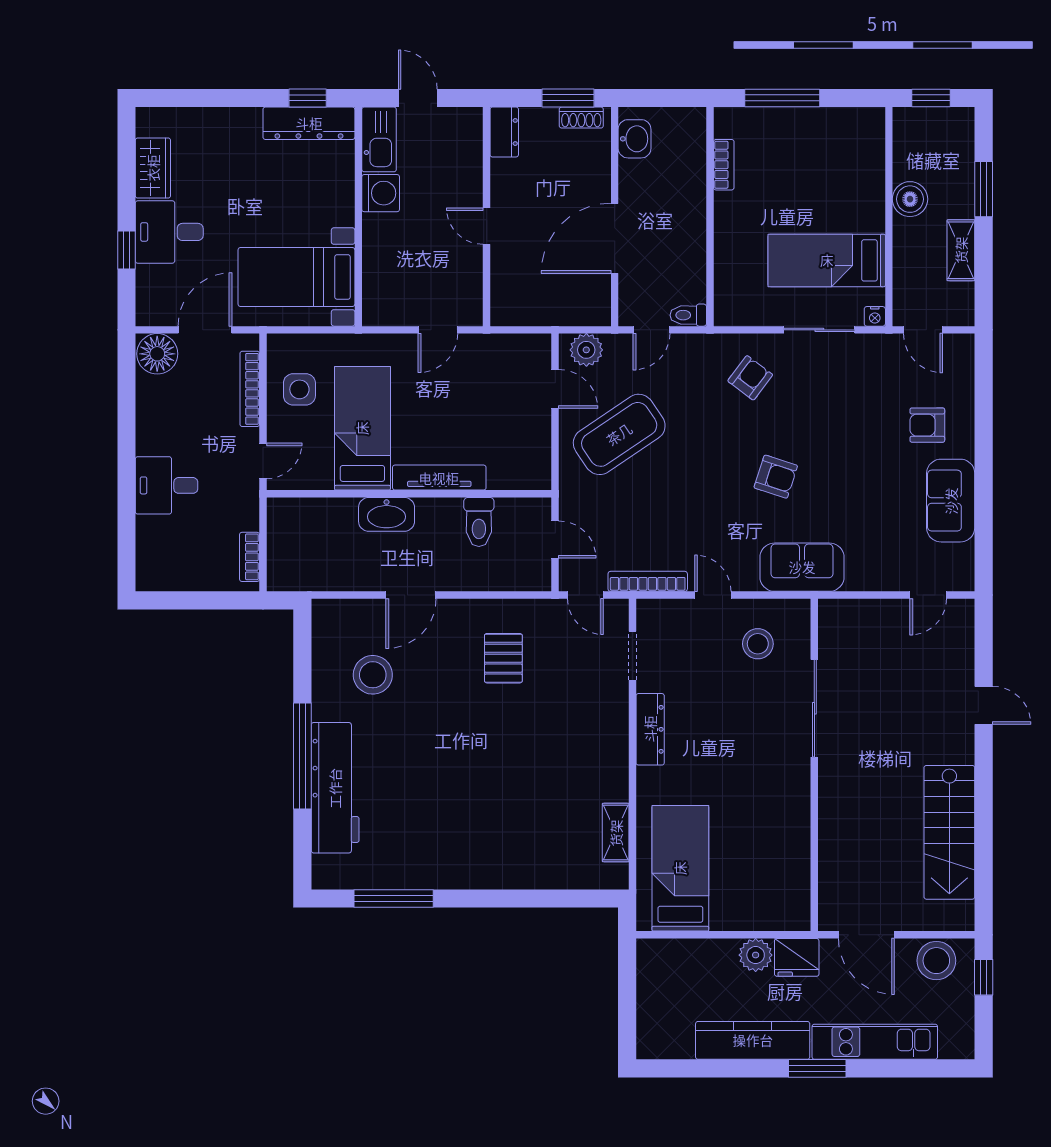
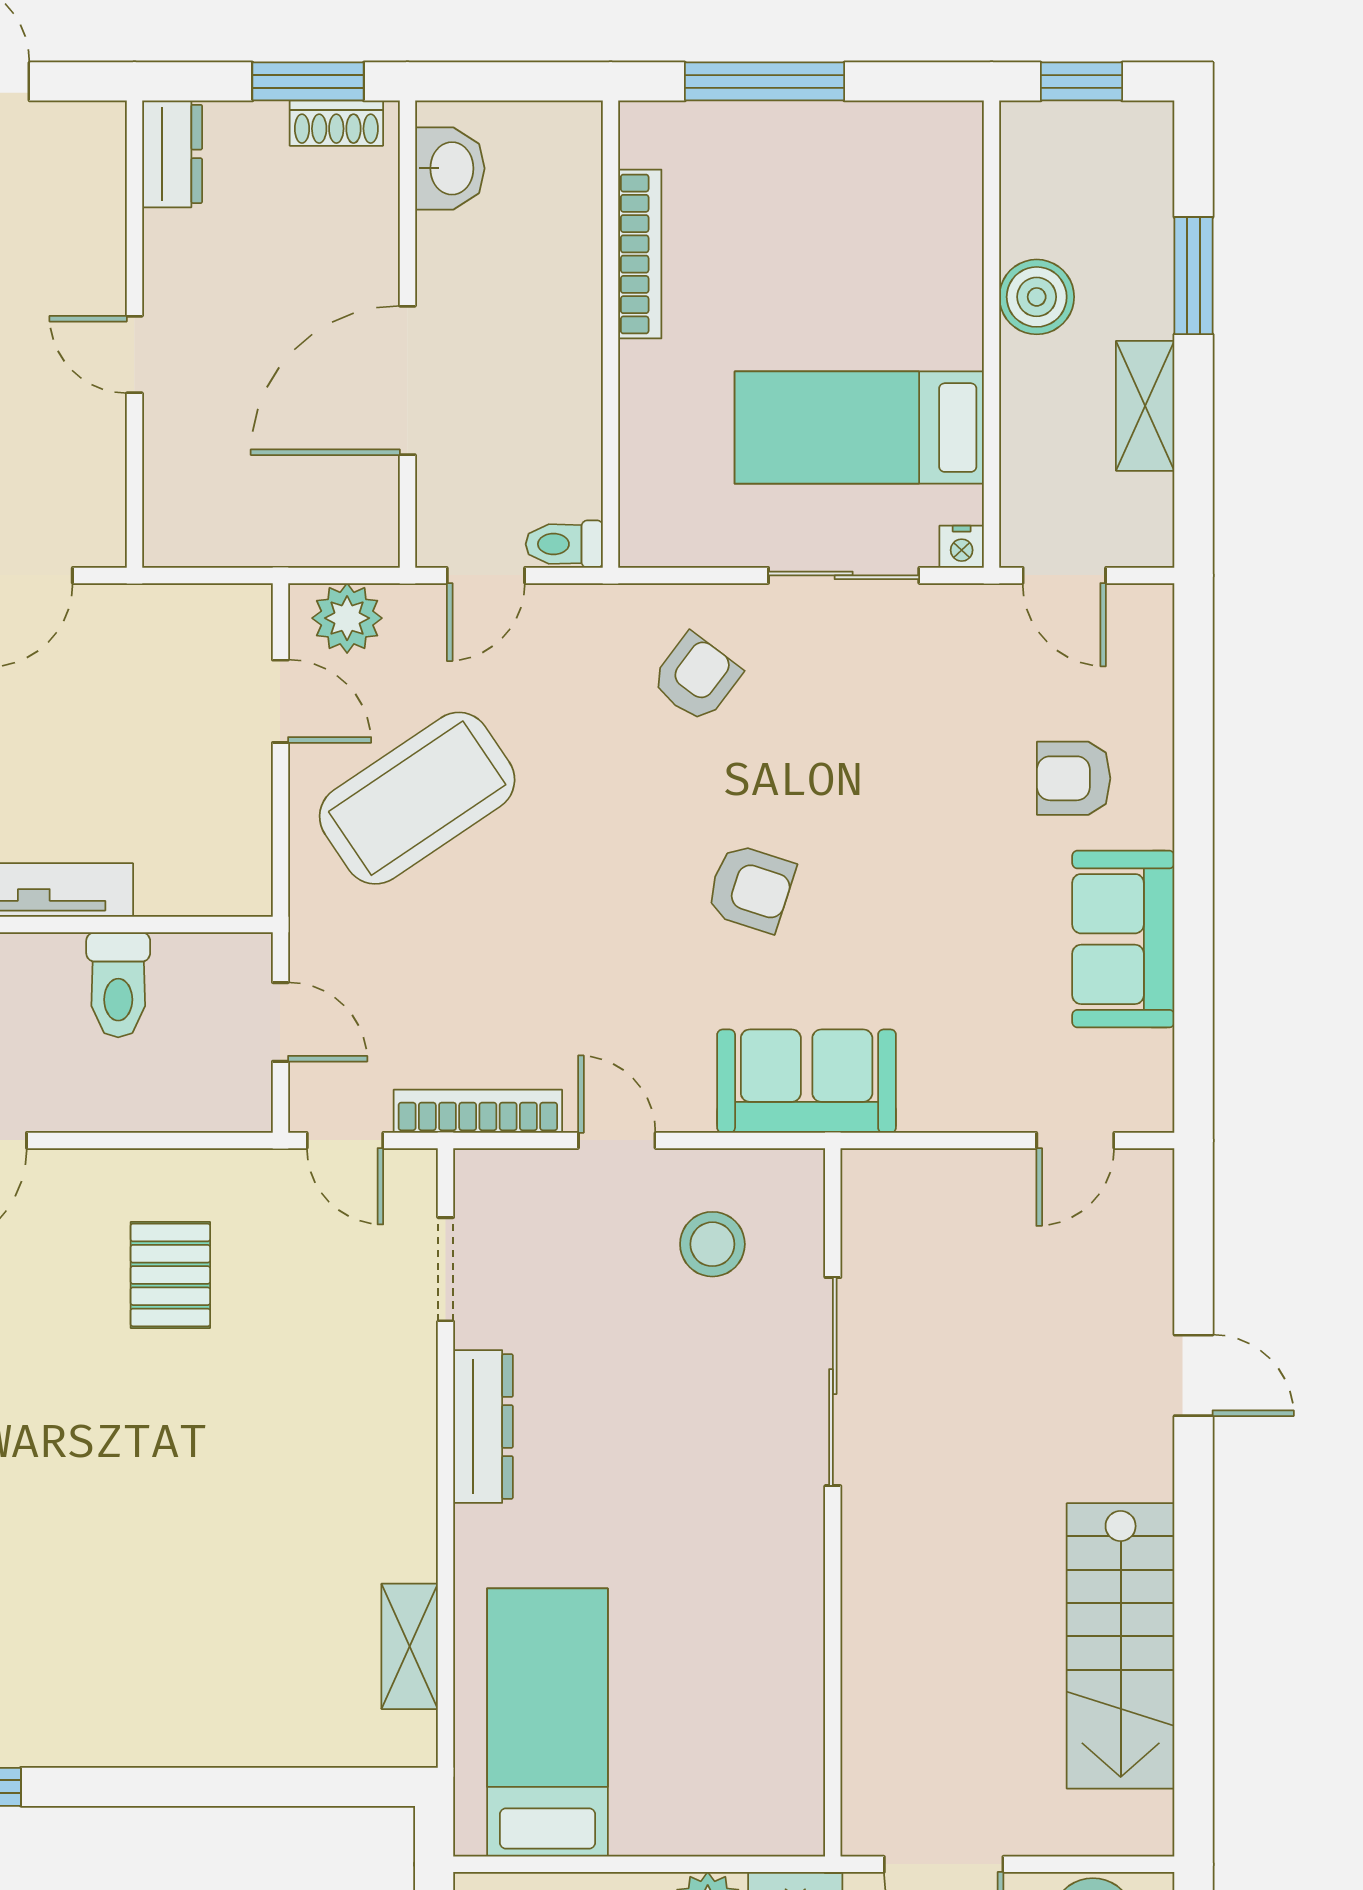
bookcase: (724, 165) -> (640, 254), width x1.56

